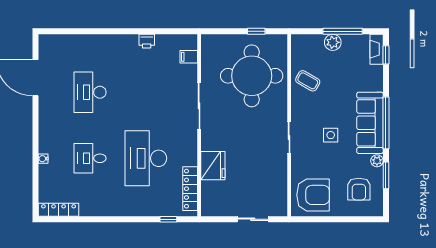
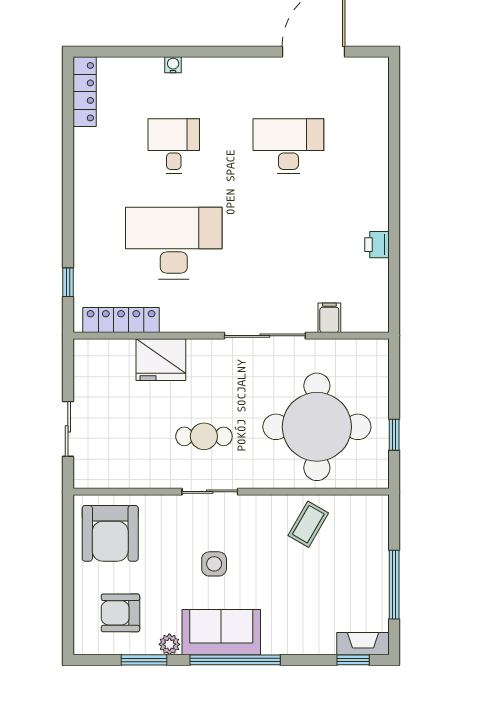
plant: (333, 42) -> (375, 568), removed
filing cabinet: (189, 57) -> (329, 318), moved
sofa: (370, 123) -> (221, 632), width x0.73
cafe table: (257, 141) -> (204, 436), added

